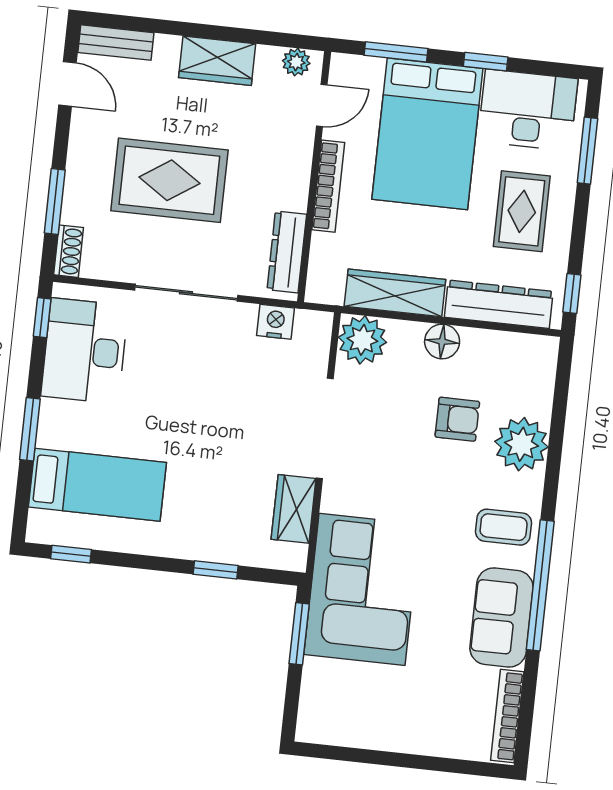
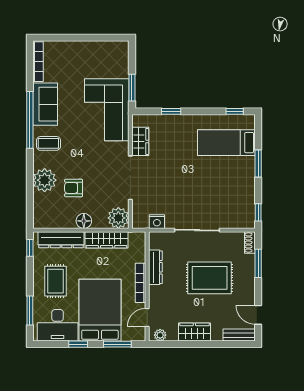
dresser: (287, 252) -> (155, 267), moved
desk: (85, 351) -> (238, 200), removed

